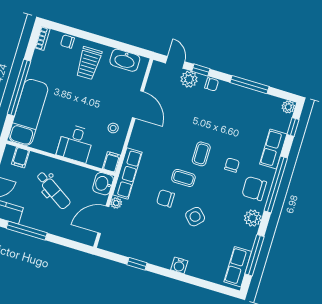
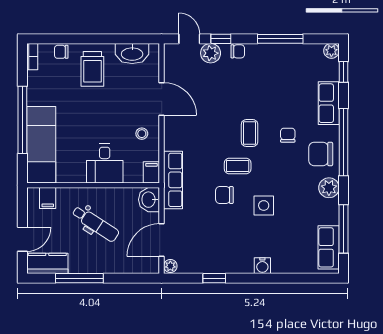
plant: (116, 203) -> (170, 266), moved
side table: (195, 217) -> (264, 205), turned 45

